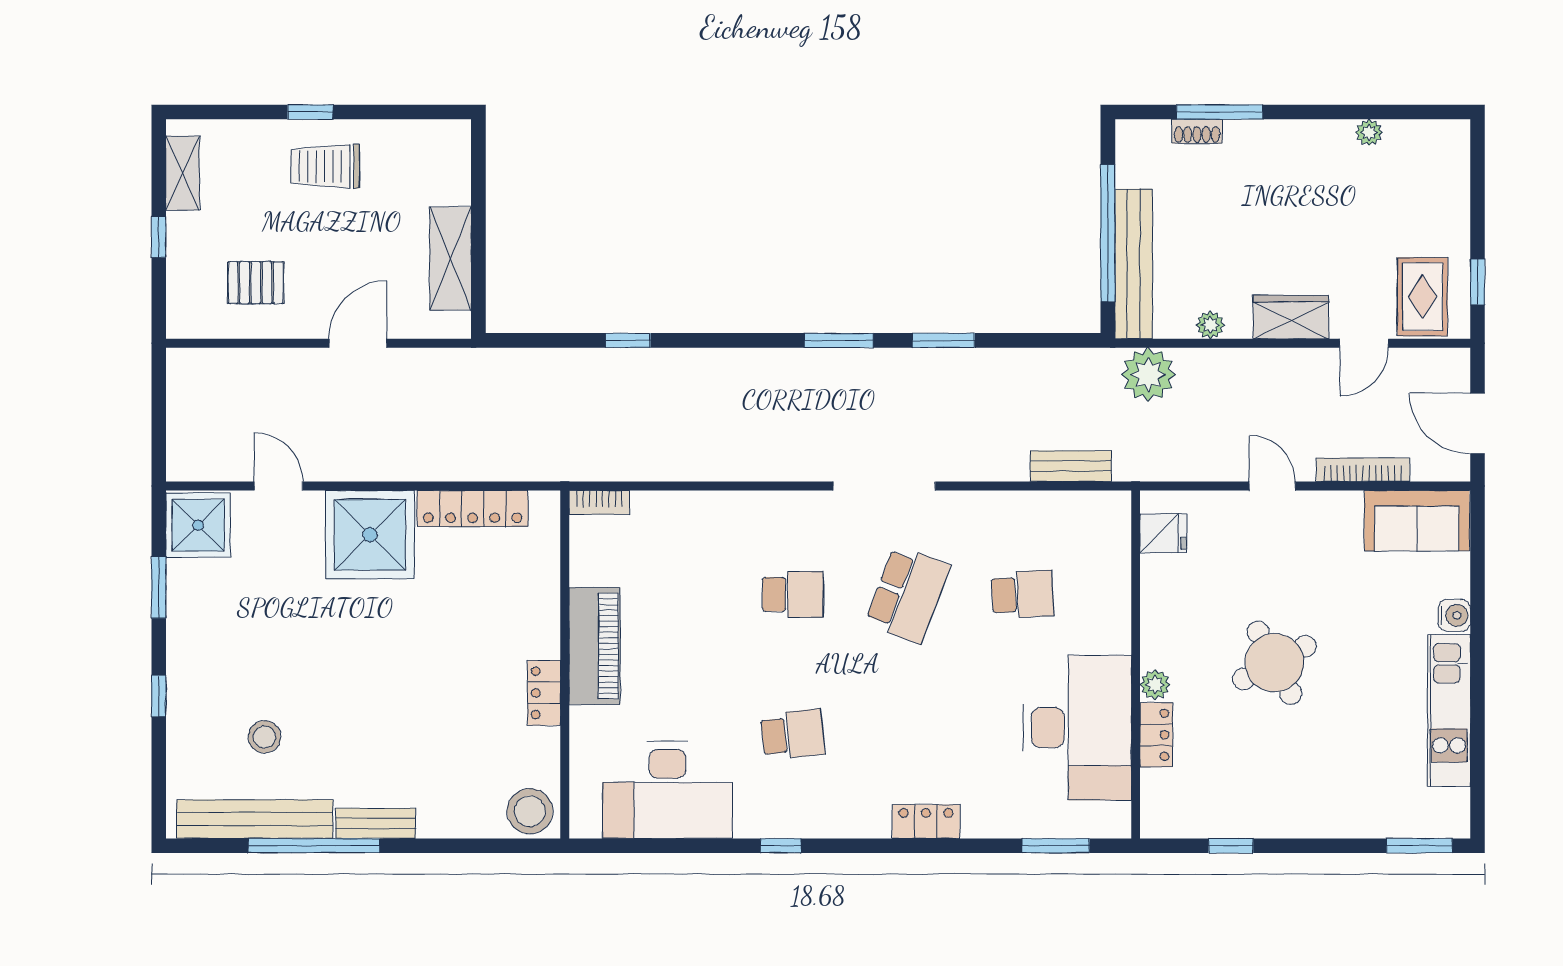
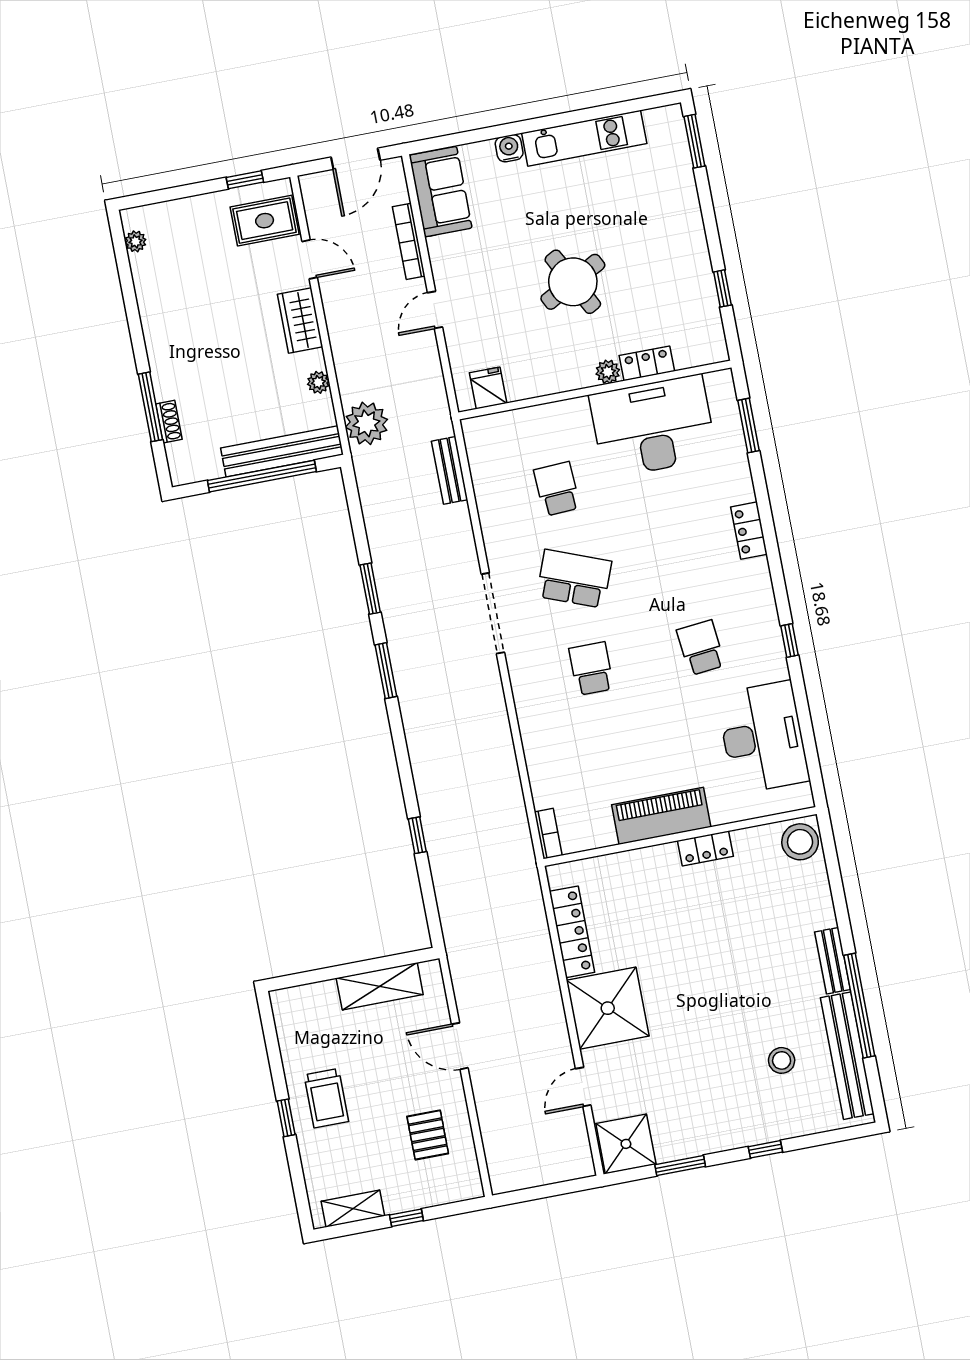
plant: (1369, 133) -> (136, 241), moved

